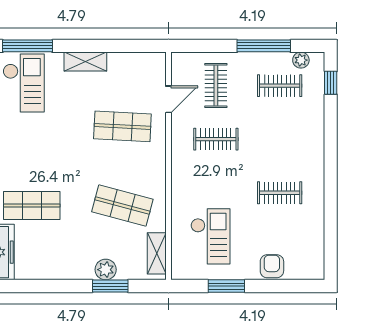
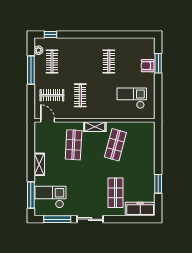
door: (168, 99) -> (47, 120), moved
shelving: (157, 253) -> (95, 127), moved
plant: (106, 270) -> (149, 154), removed
window: (110, 286) -> (158, 184), moved
window: (226, 286) -> (158, 63), moved

